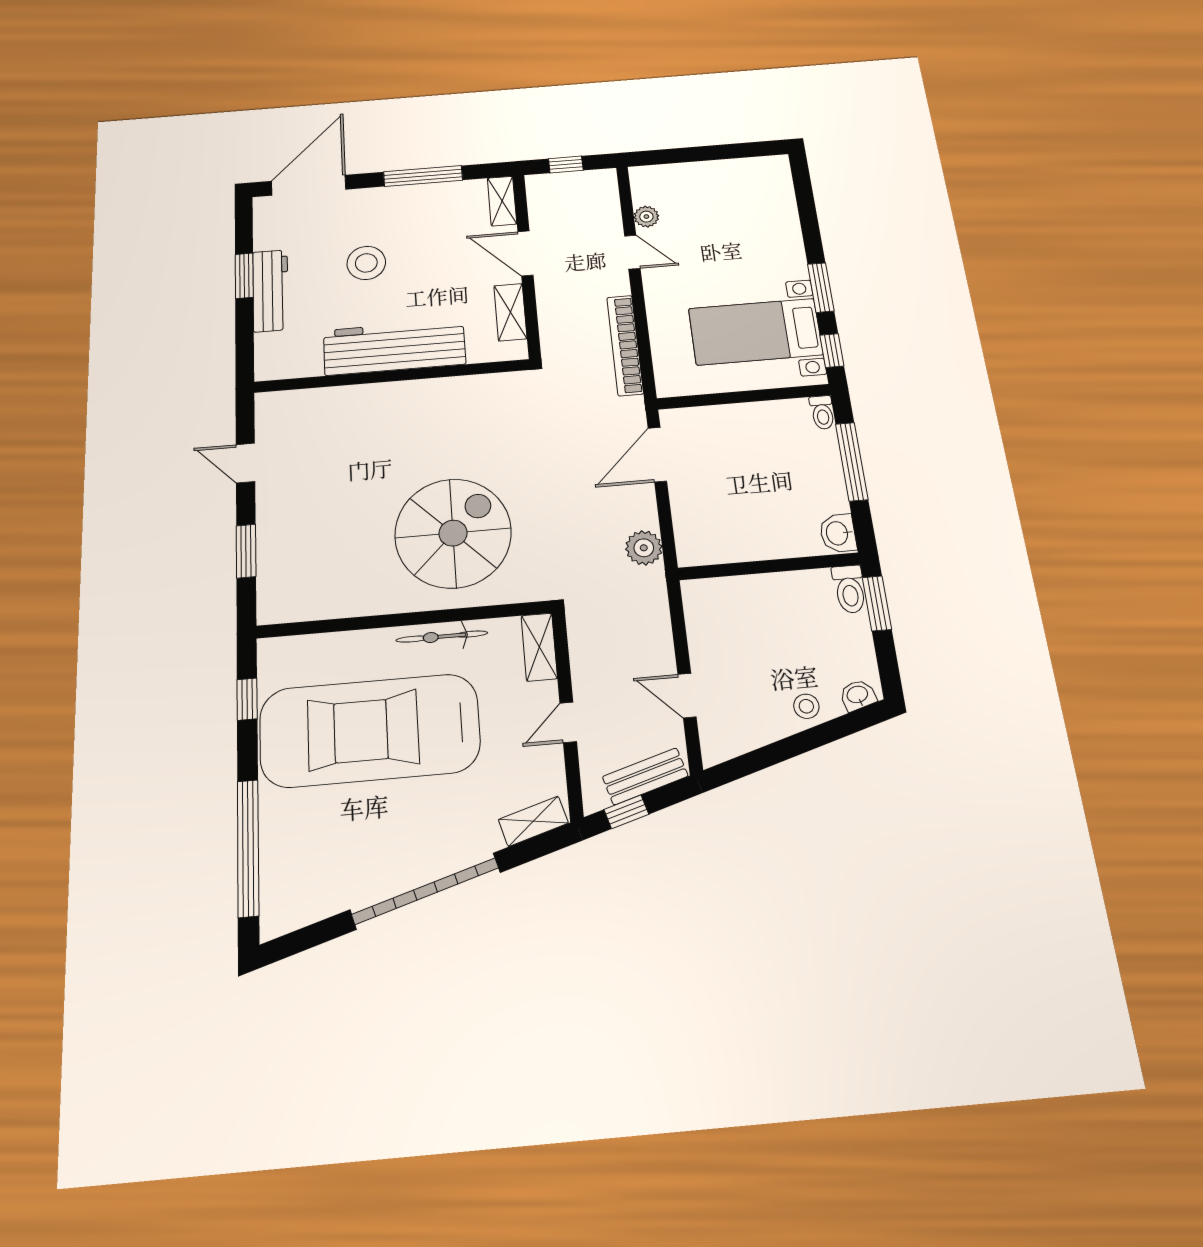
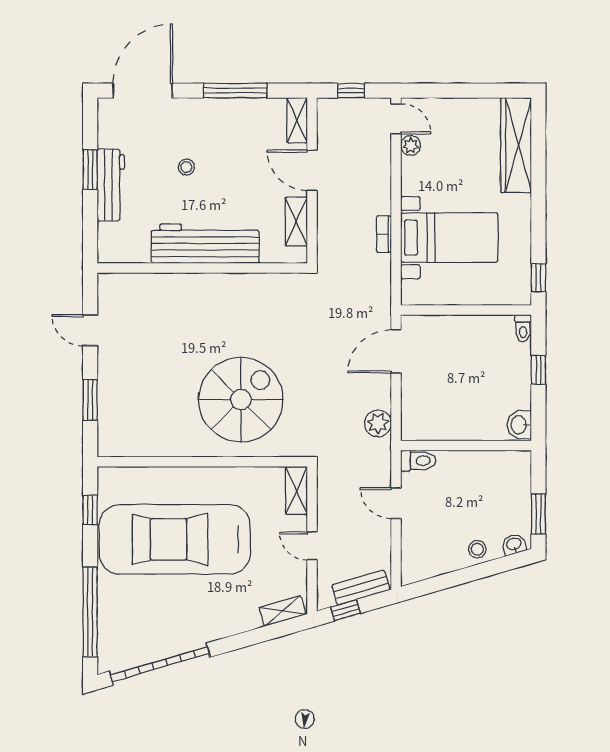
wardrobe: (778, 205) -> (516, 145), added
door: (632, 252) -> (396, 119), moved
stool: (366, 263) -> (186, 167), width x0.53, depth x0.53
window: (821, 288) -> (538, 222), removed
bed with nightstands: (756, 332) -> (449, 238), moved, turned 180
bookcase: (625, 345) -> (384, 234), width x0.43, depth x0.76
window: (852, 462) -> (538, 370), width x0.46
toilet: (849, 589) -> (418, 461), moved, turned -90
window: (877, 603) -> (538, 514), moved
bicycle: (442, 637) -> (228, 477), removed
door: (687, 696) -> (396, 503), moved
door: (568, 722) -> (312, 546), hinge flipped
garage door: (425, 891) -> (160, 664), moved

